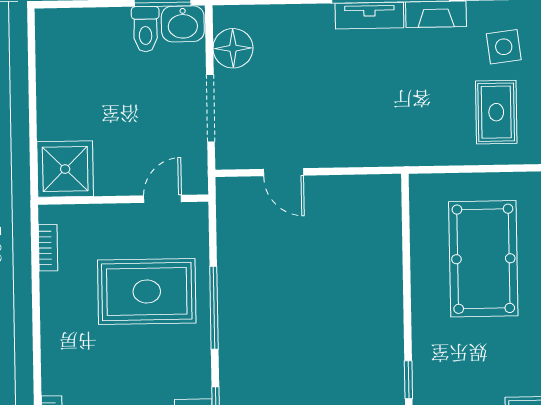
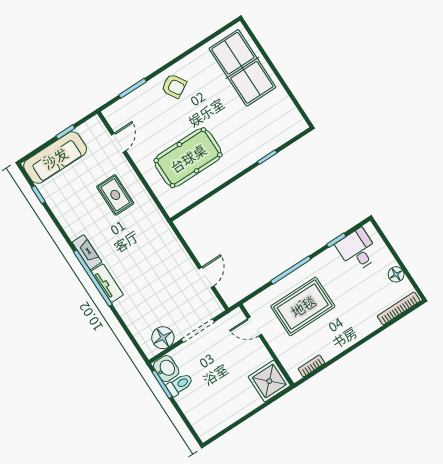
side table: (504, 47) -> (82, 211), removed
rug: (496, 112) -> (115, 195), turned 90
rug: (147, 291) -> (303, 306), turned 90

